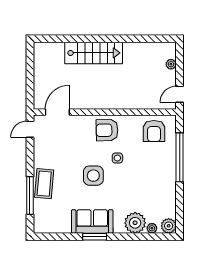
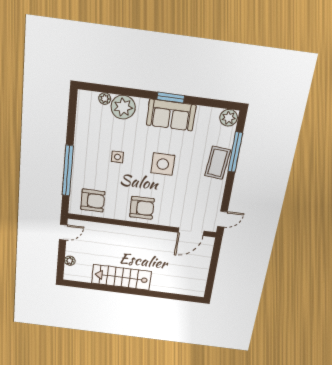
stairs: (94, 53) -> (121, 277), moved
armchair: (154, 131) -> (93, 201), turned 90
side table: (117, 158) -> (117, 157), moved
plant: (169, 226) -> (229, 118), moved

